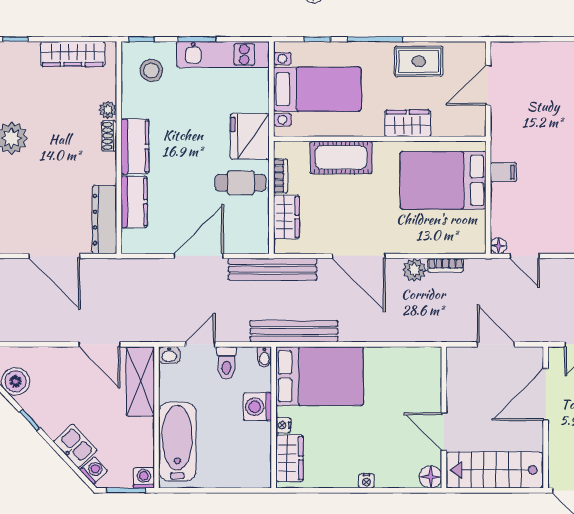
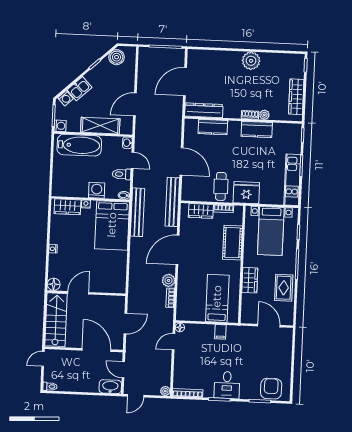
stool: (151, 70) -> (285, 140), removed
kitchen counter: (135, 146) -> (257, 129), moved
bed: (443, 180) -> (217, 298), width x0.67
shelving: (140, 381) -> (100, 126), moved

